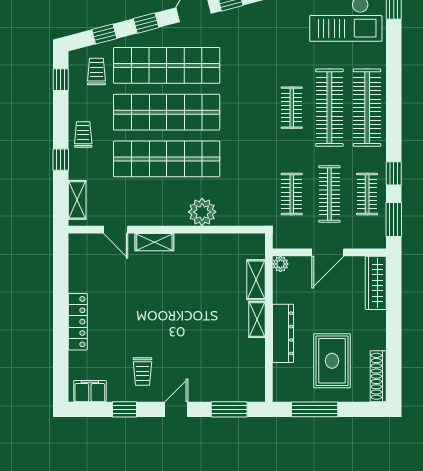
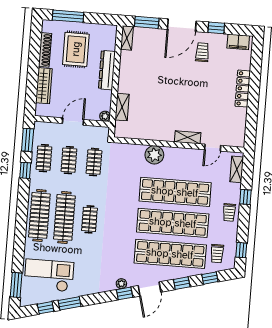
plant: (236, 15) -> (121, 284), added
clothes rail: (329, 194) -> (69, 160), width x0.73
door: (116, 230) -> (213, 148), swing flipped
wardrobe: (376, 283) -> (44, 86), moved
shelving: (257, 319) -> (127, 38), moved
shoe rack: (378, 376) -> (45, 50), moved
door: (176, 409) -> (182, 25), width x1.88
window: (315, 409) -> (68, 16), moved

